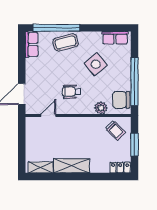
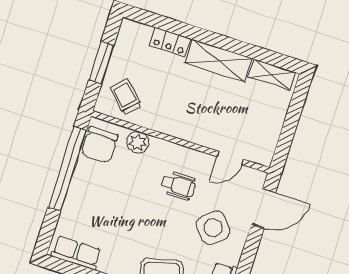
side table: (96, 64) -> (213, 228), moved
chair: (121, 100) -> (100, 145), turned 90
locker: (120, 168) -> (170, 42), moved

